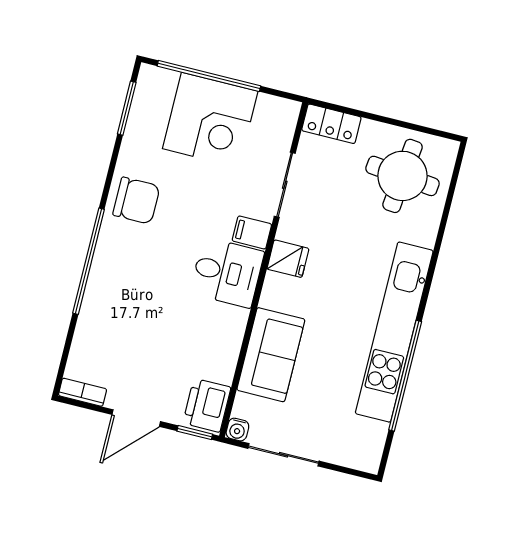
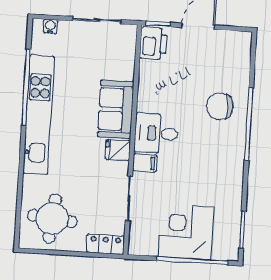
chair: (136, 201) -> (220, 106), moved
sofa: (271, 355) -> (116, 109), moved
bookcase: (83, 392) -> (237, 37), removed
water cooler: (237, 430) -> (50, 26), moved

